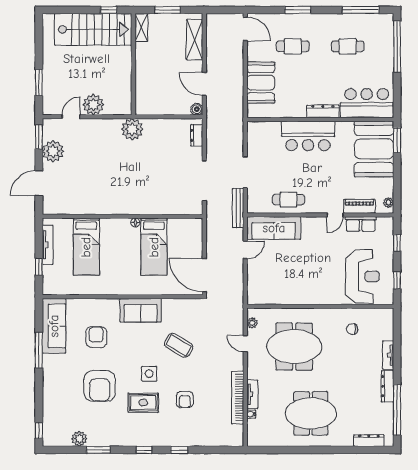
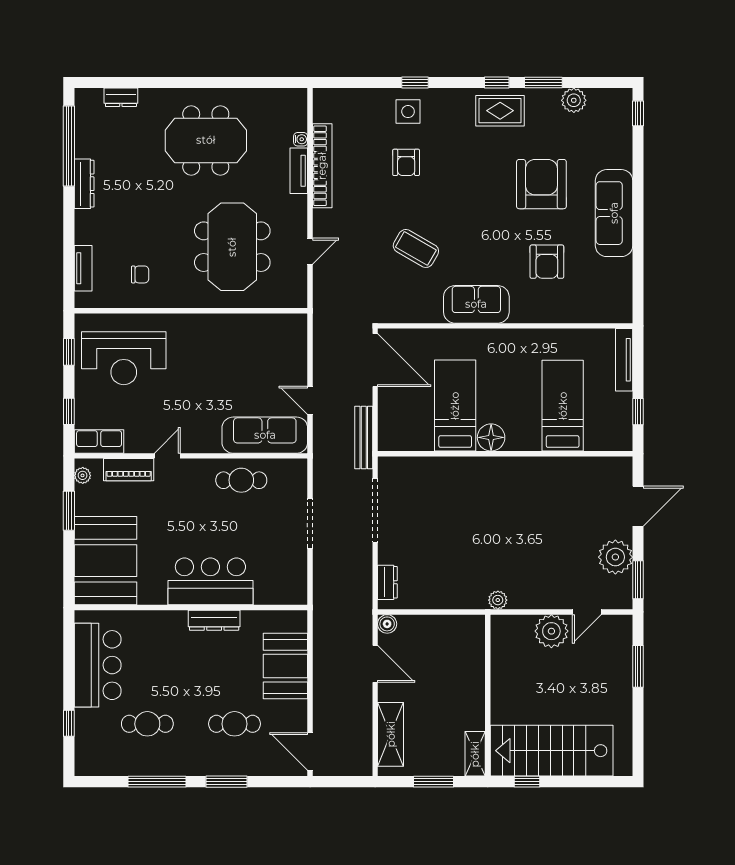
window: (361, 10) -> (157, 782), moved
window: (397, 47) -> (69, 723), width x0.32
bar counter: (367, 103) -> (98, 665), moved, turned -90
dresser: (323, 111) -> (214, 620), moved
plant: (132, 129) -> (498, 600), width x0.53, depth x0.53
window: (397, 140) -> (69, 511), moved
bench: (238, 208) -> (364, 437), moved
floor lamp: (135, 222) -> (491, 437), width x1.89, depth x1.89
row of seats: (361, 224) -> (99, 441), moved
tv unit: (48, 245) -> (624, 360), moved
door: (245, 250) -> (310, 400), hinge flipped
window: (39, 267) -> (638, 412), moved
reception desk: (362, 276) -> (124, 358), turned -90
plant: (252, 323) -> (299, 284), removed
sofa: (54, 326) -> (614, 213), moved
door: (245, 344) -> (310, 251), hinge flipped
meeting table: (294, 347) -> (232, 247), turned 90
window: (39, 350) -> (638, 241), removed
tv unit: (388, 355) -> (83, 268), moved
side table: (149, 374) -> (408, 112), moved
armchair: (185, 400) -> (406, 162), turned 180
rug: (143, 403) -> (500, 111), moved
dresser: (369, 441) -> (121, 97), width x0.70
window: (144, 450) -> (497, 82), moved

